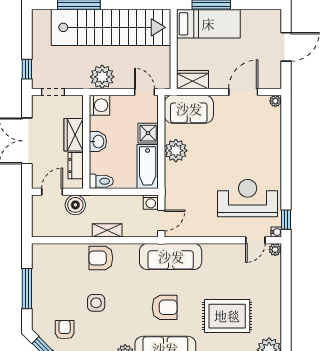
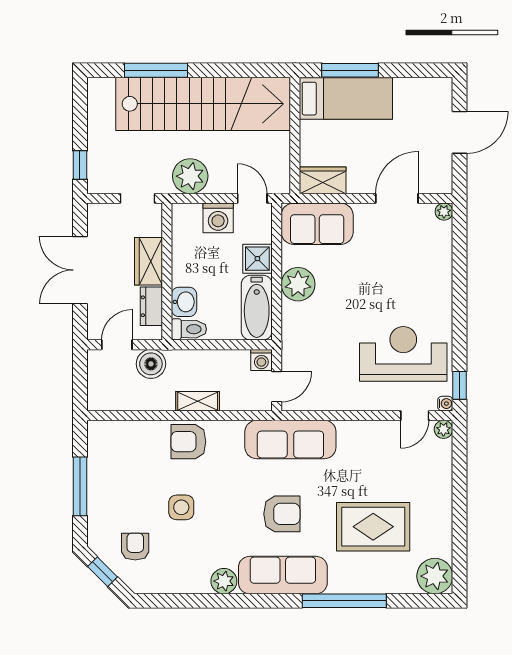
doorway: (53, 92) -> (137, 198), moved
washing machine: (100, 105) -> (218, 218), moved, turned 90
washbasin: (98, 142) -> (184, 302), moved

